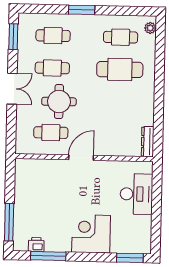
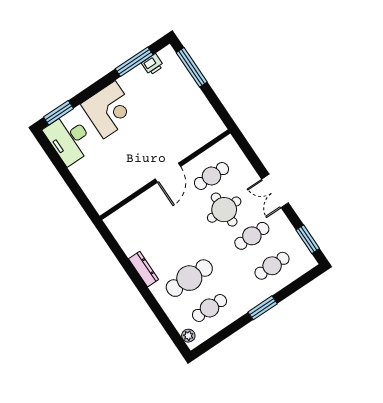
dresser: (148, 142) -> (144, 269), moved
desk: (136, 194) -> (69, 139), moved

